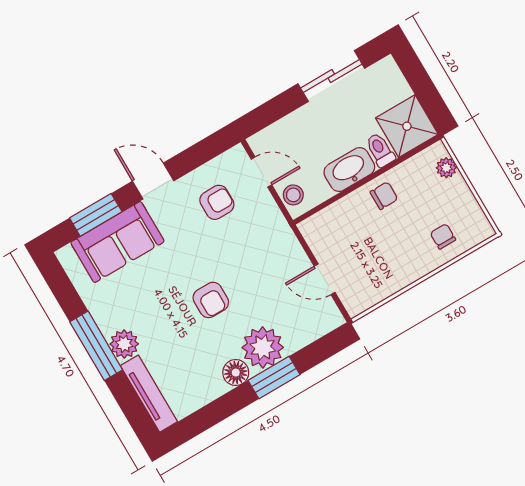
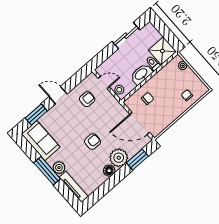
chair: (384, 196) -> (148, 98), moved
sofa: (117, 242) -> (41, 141), moved, turned -90
door: (325, 279) -> (140, 123), width x1.88
armchair: (211, 300) -> (93, 142), turned -90
window: (274, 377) -> (137, 160), moved

